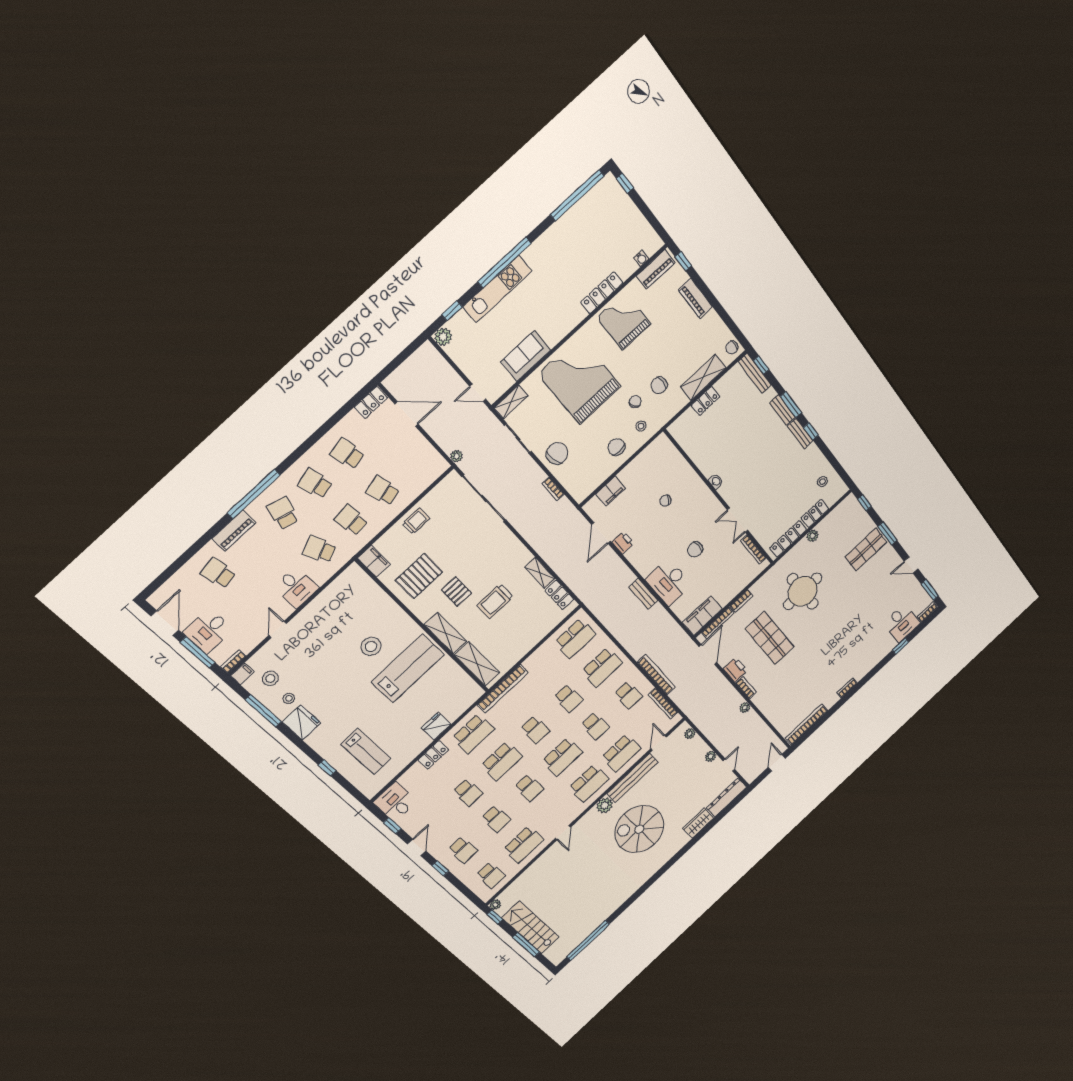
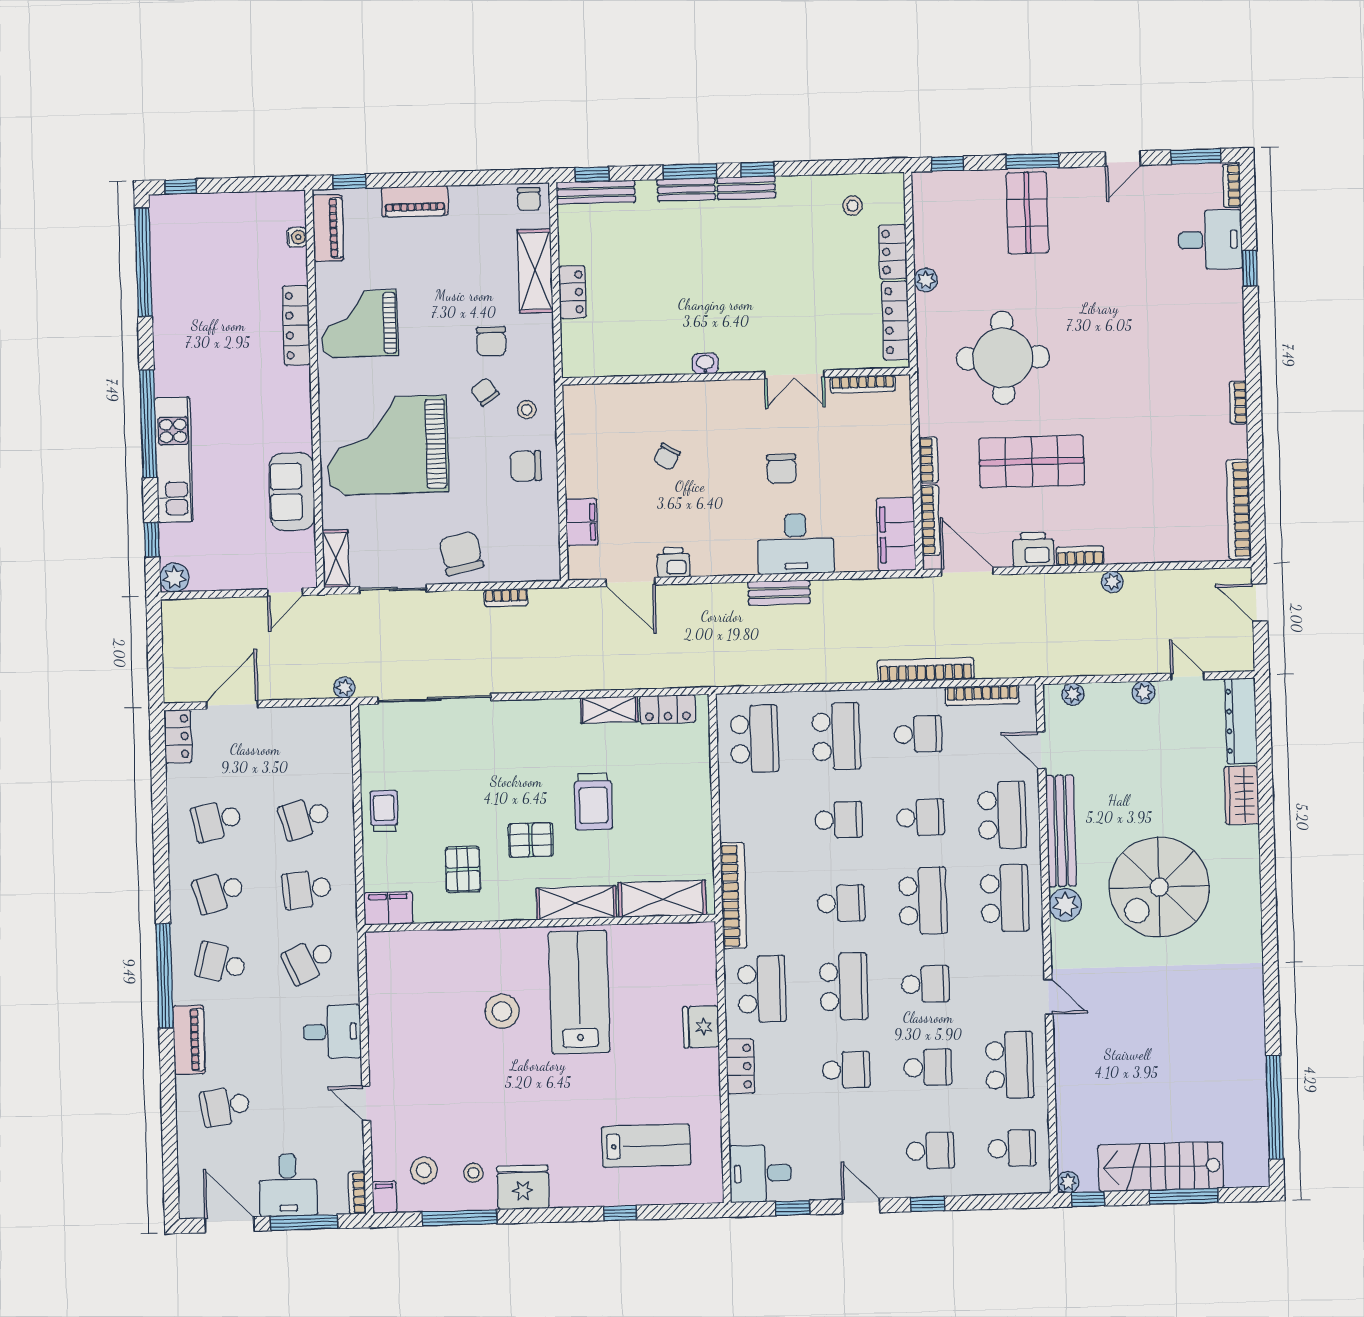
pallet: (419, 576) -> (463, 869), width x0.67, depth x0.71

